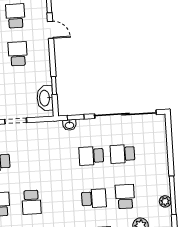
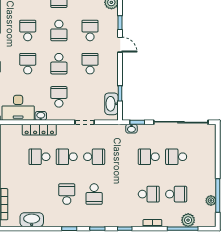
school desk: (29, 160) -> (94, 157), added
school desk: (125, 197) -> (176, 194), turned 90

